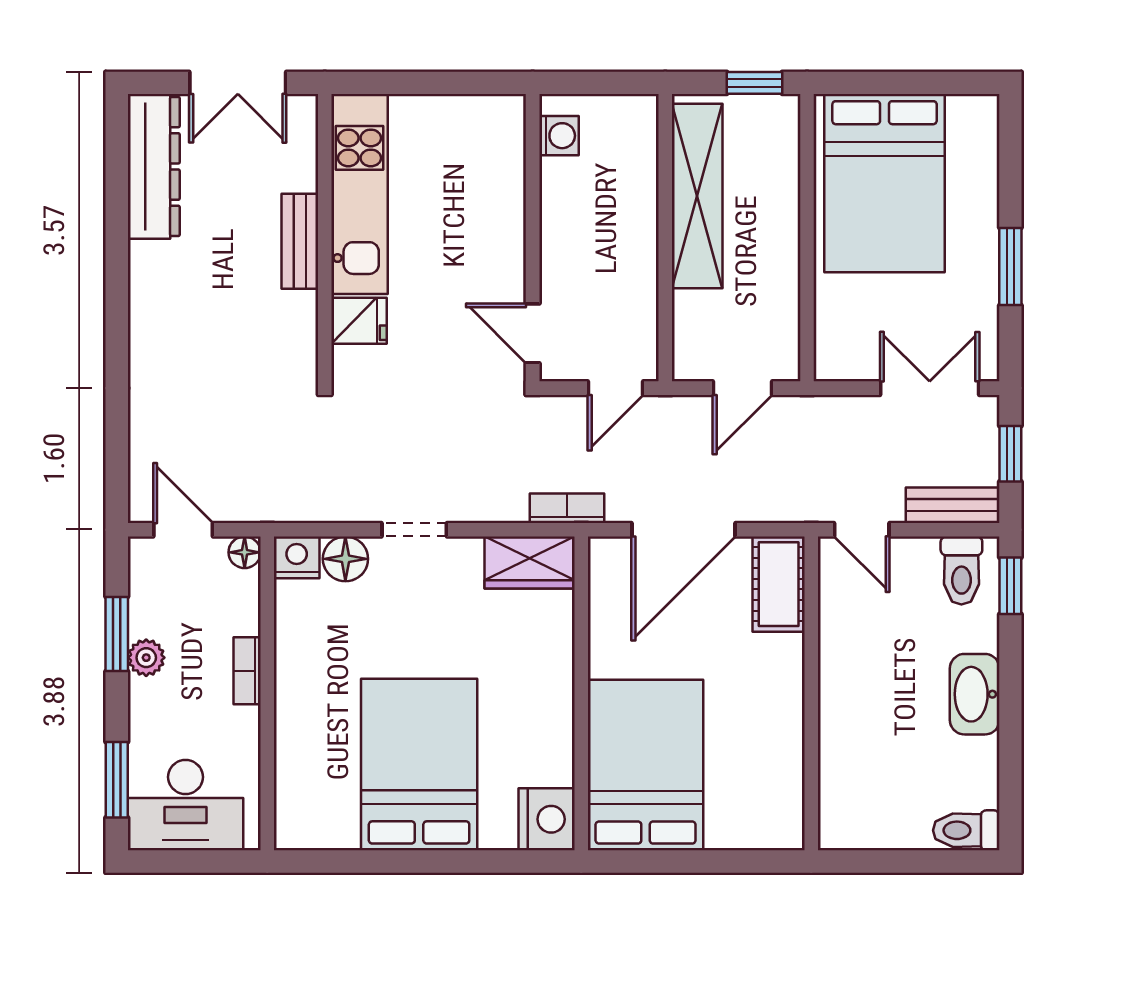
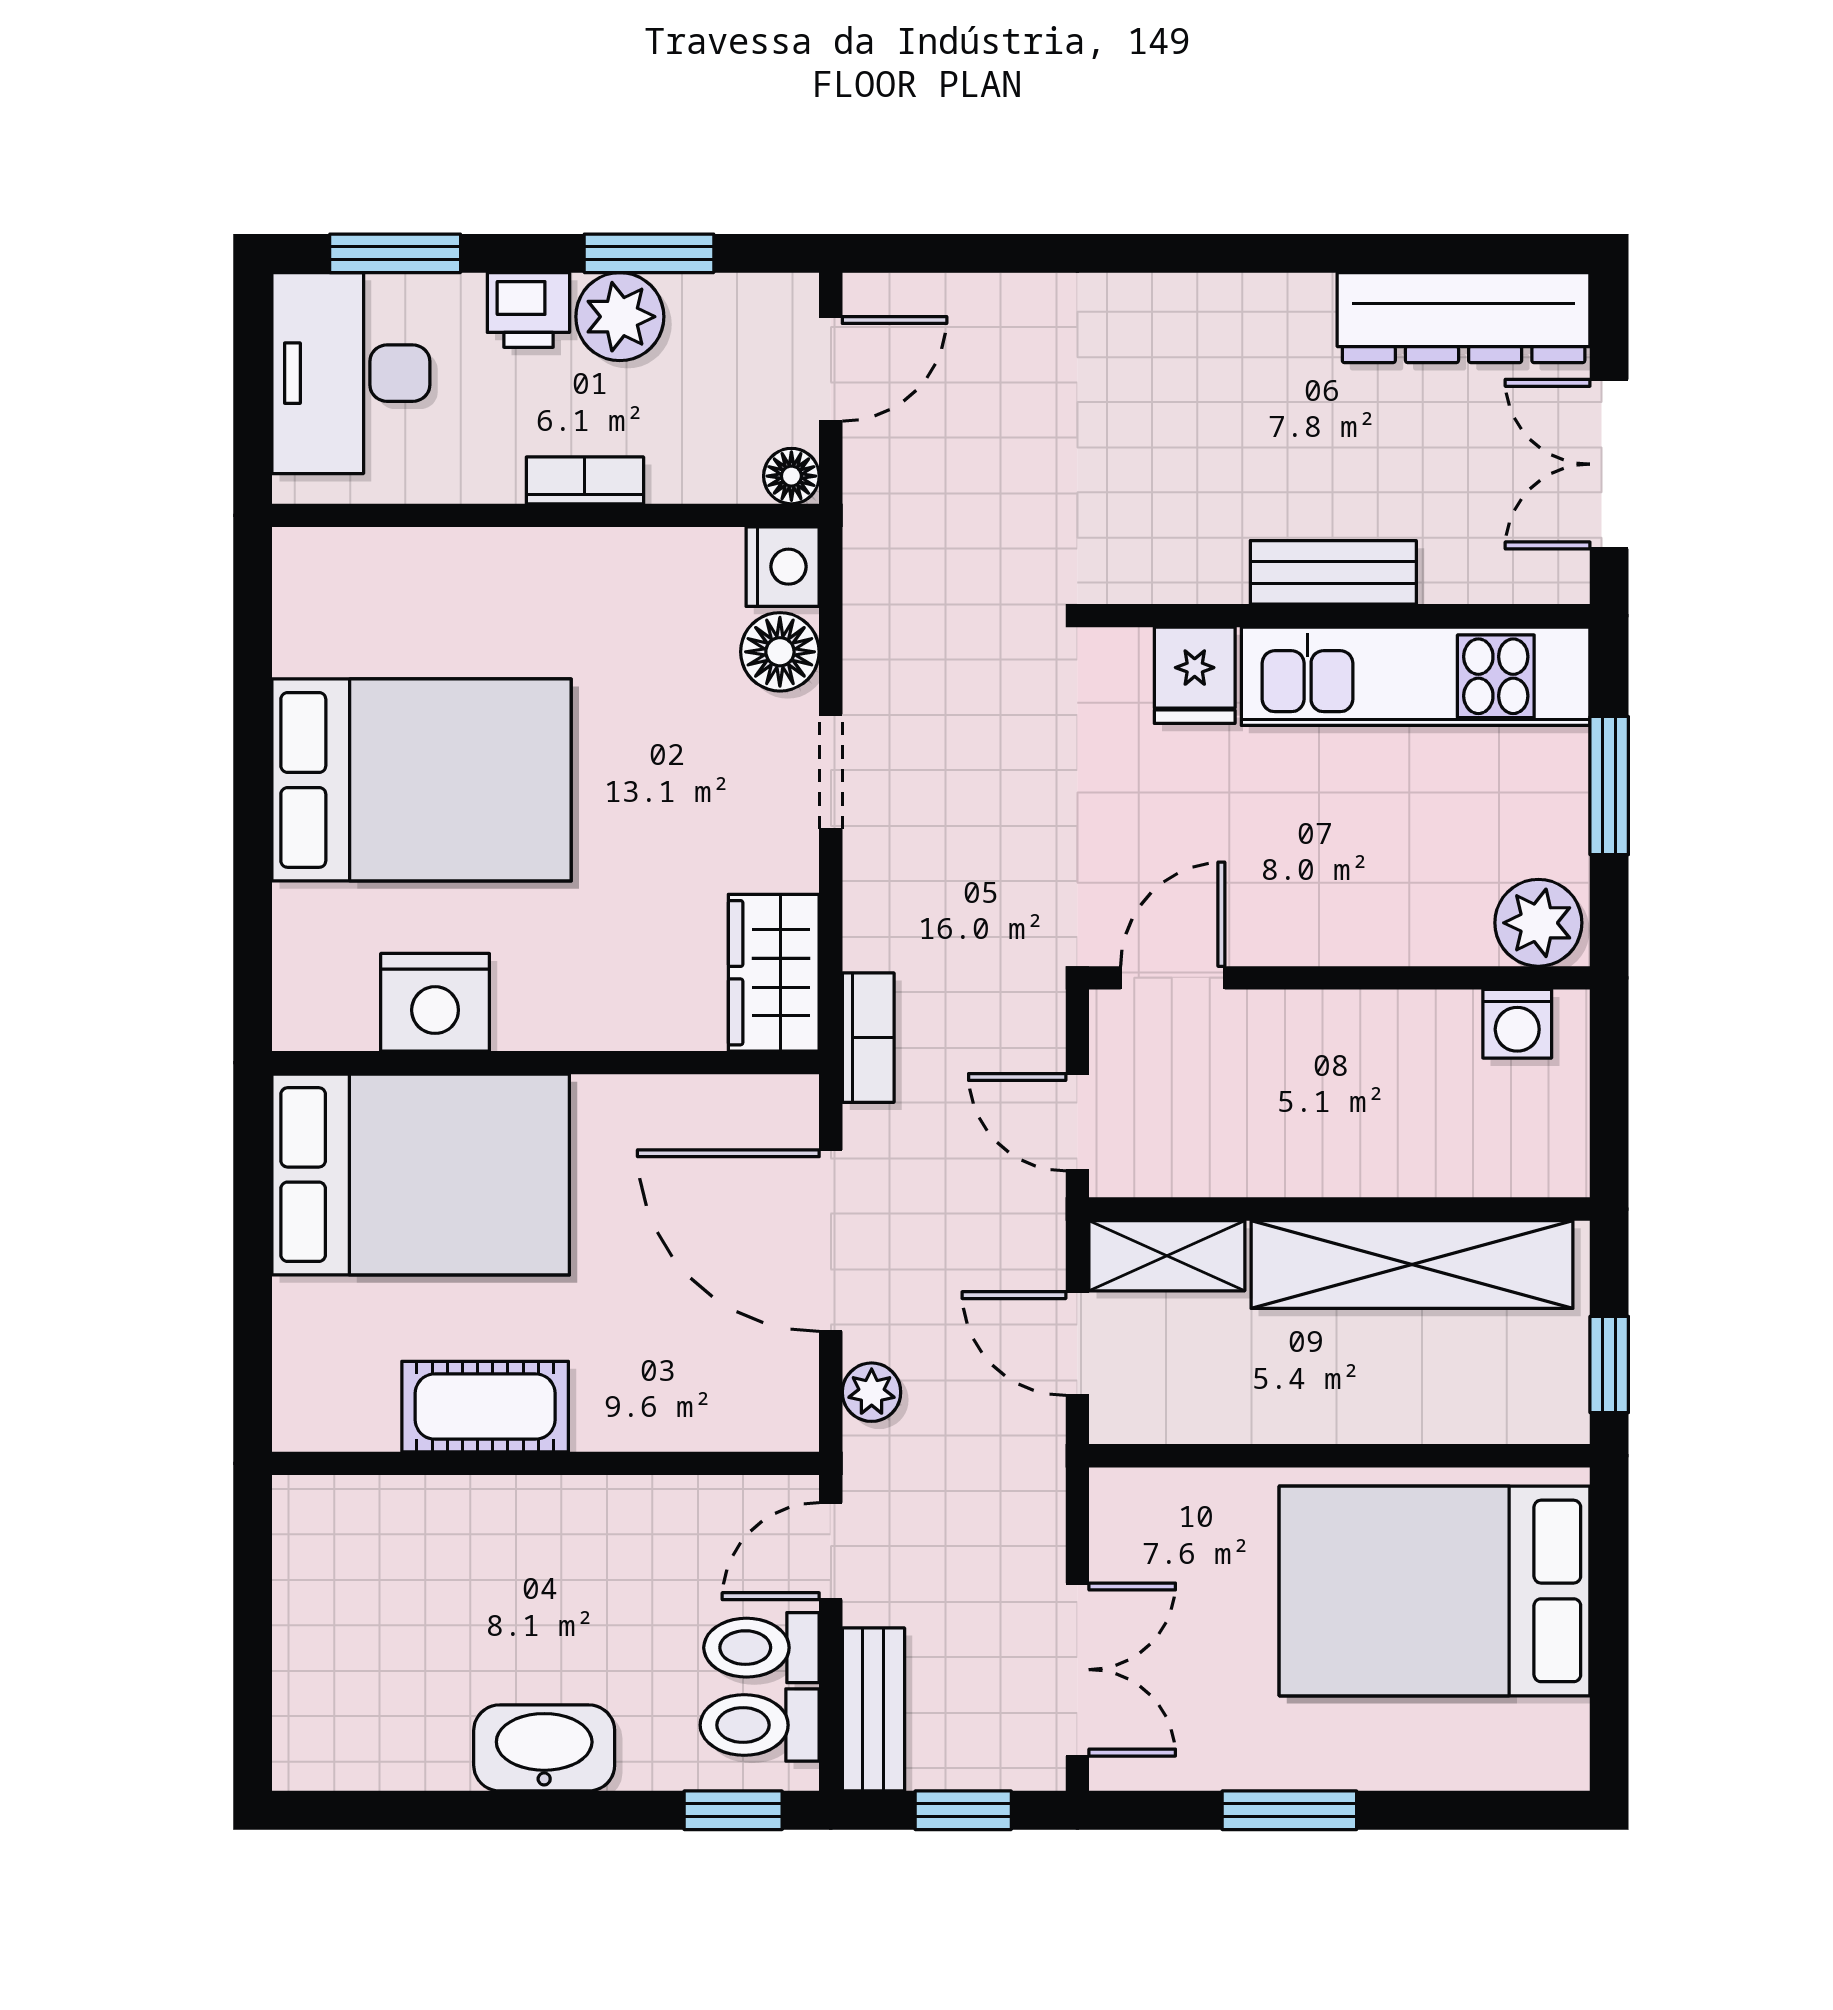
window: (422, 83) -> (1609, 786), added
plant: (501, 124) -> (1538, 923), added
shelving: (692, 337) -> (1167, 1256), added
plant: (770, 506) -> (872, 1392), added
cot: (779, 584) -> (485, 1407), moved
plant: (146, 658) -> (620, 317), width x1.38, depth x1.38
printer: (149, 703) -> (528, 310), added
nightstand: (547, 819) -> (435, 1002), moved
toilet: (966, 830) -> (761, 1648), moved, turned -90

